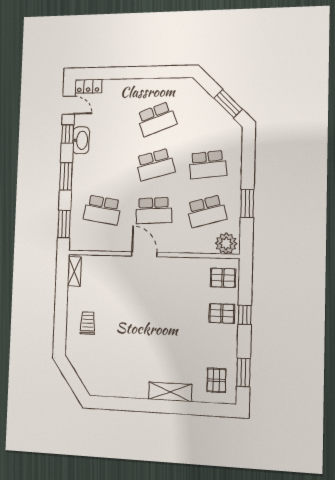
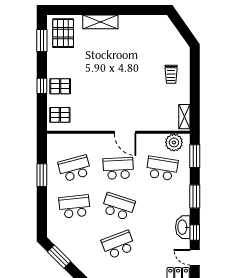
school desk: (155, 165) -> (118, 207), turned 33
plant: (226, 243) -> (174, 142), moved
pallet: (216, 380) -> (63, 33), width x1.50, depth x1.42

